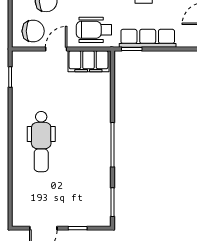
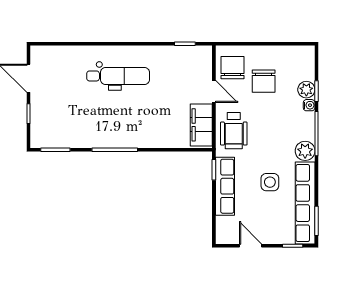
wheelchair: (94, 30) -> (234, 131), turned 180
chair: (33, 31) -> (233, 68), turned 180
dental chair: (41, 142) -> (118, 76), turned 180

